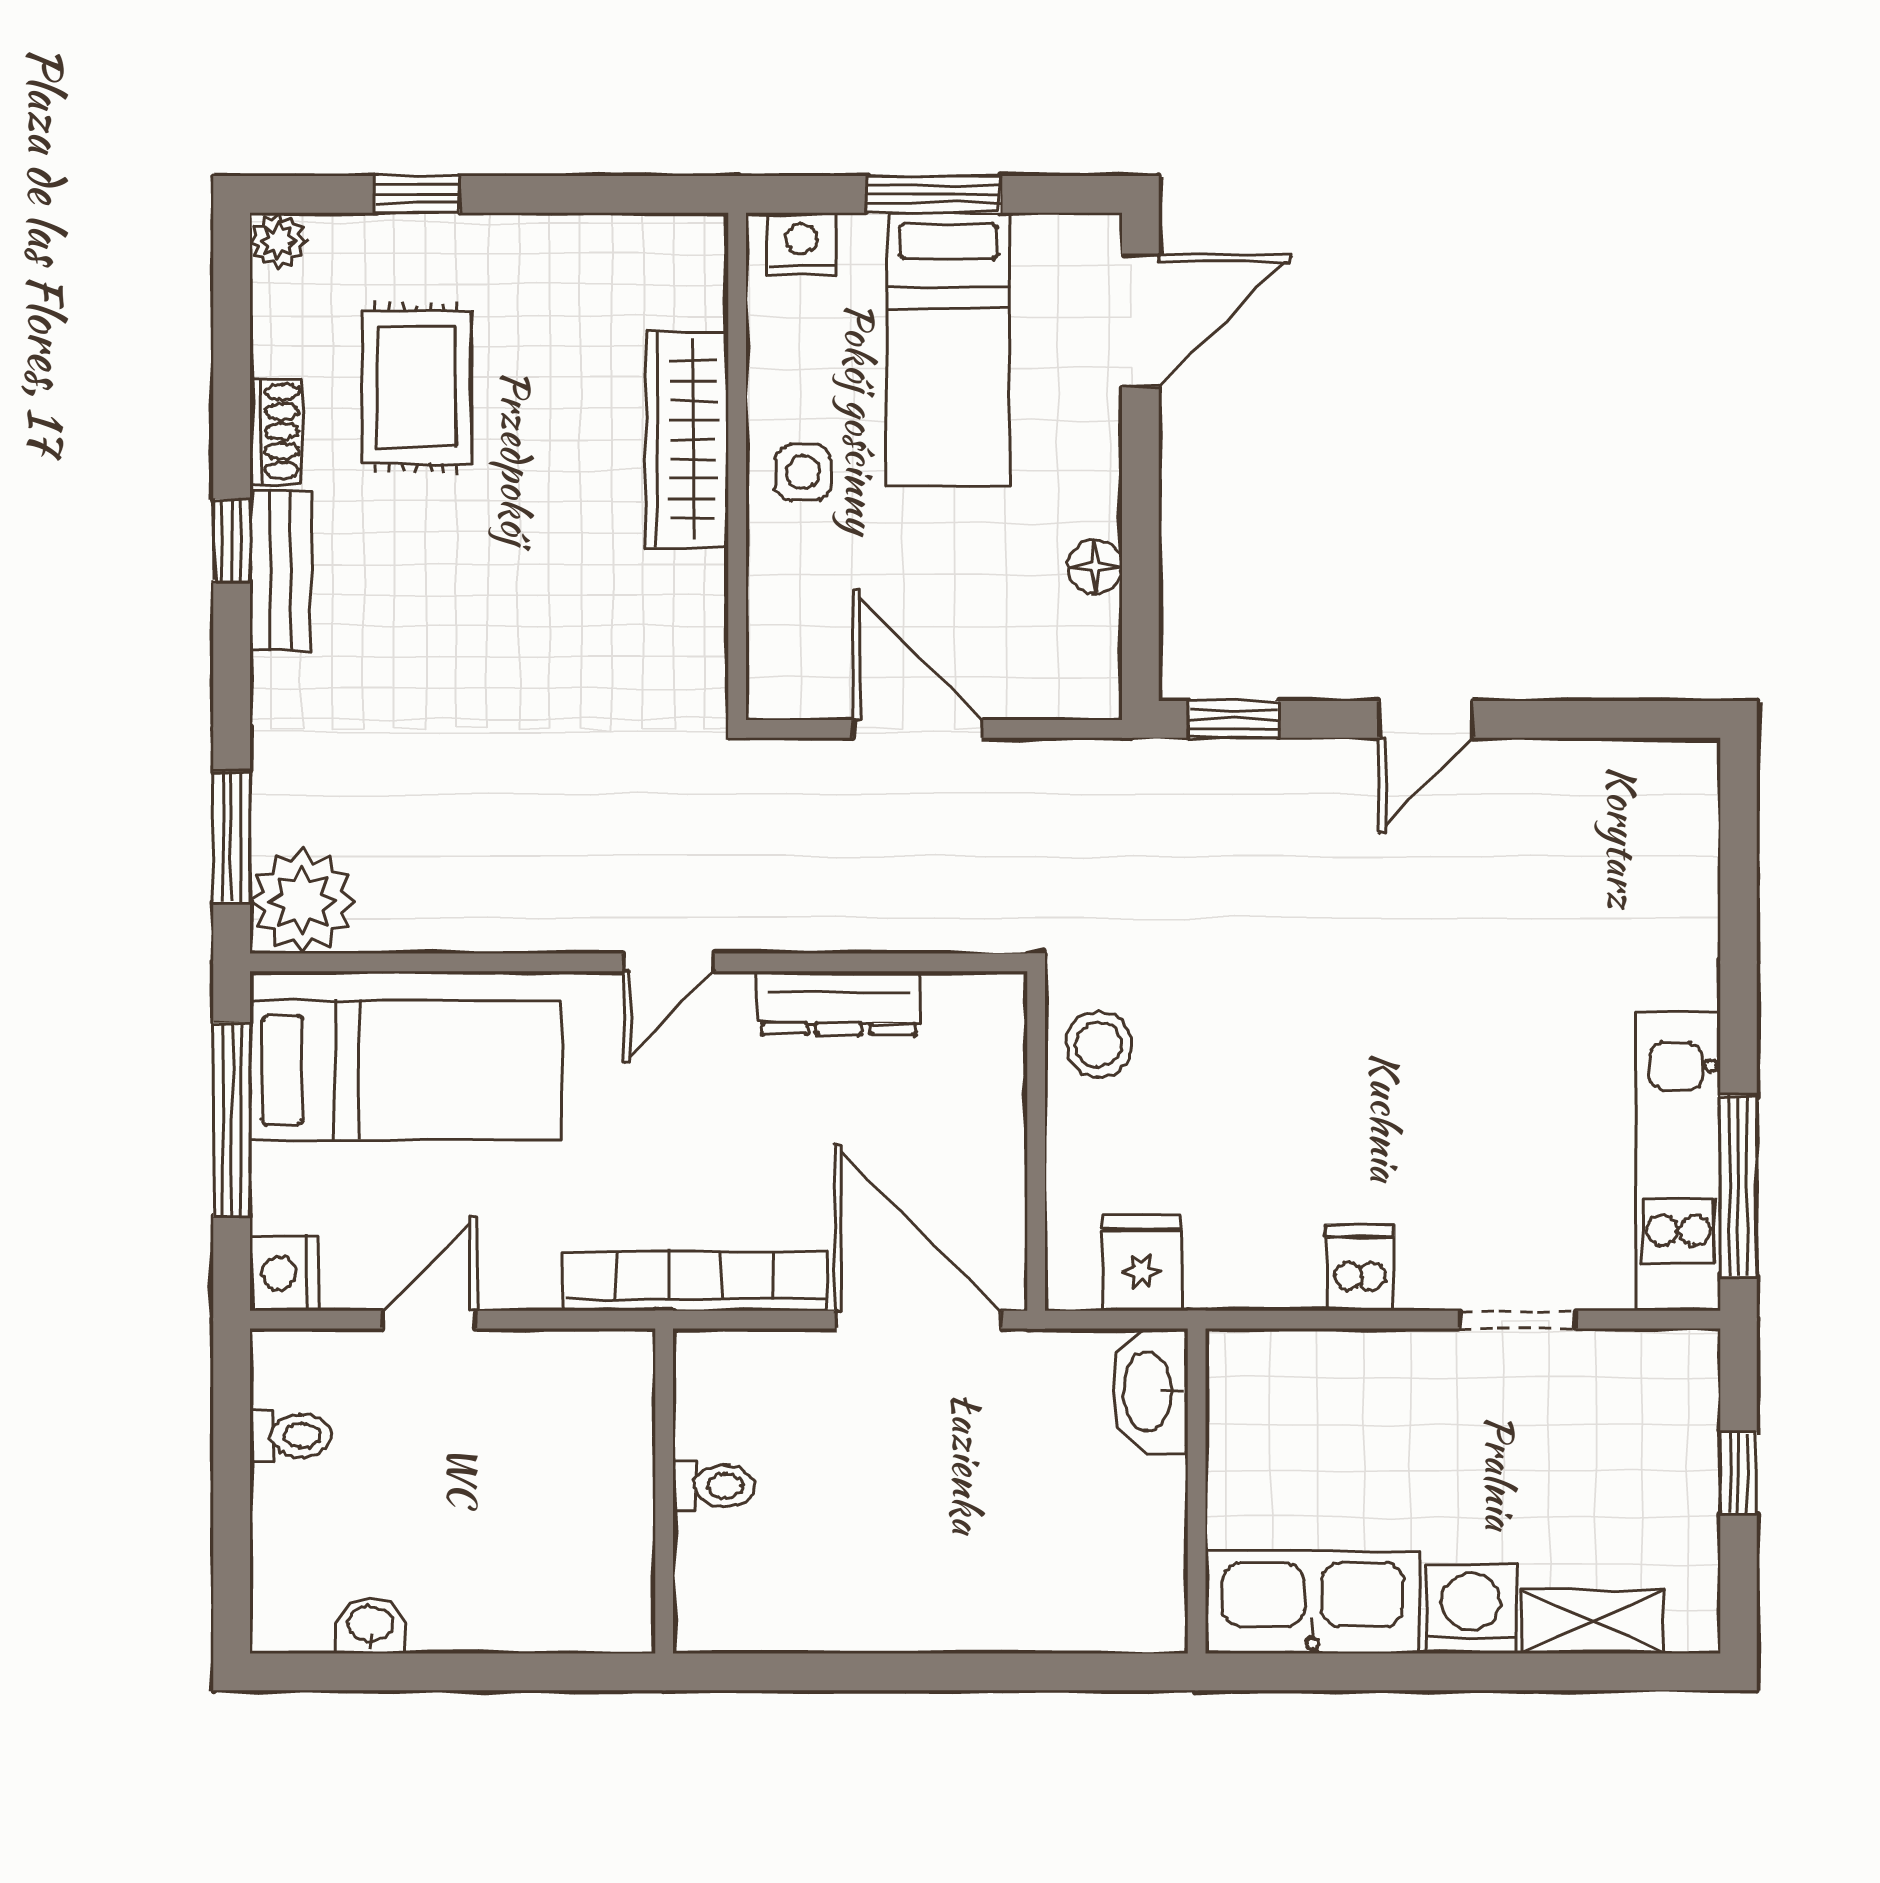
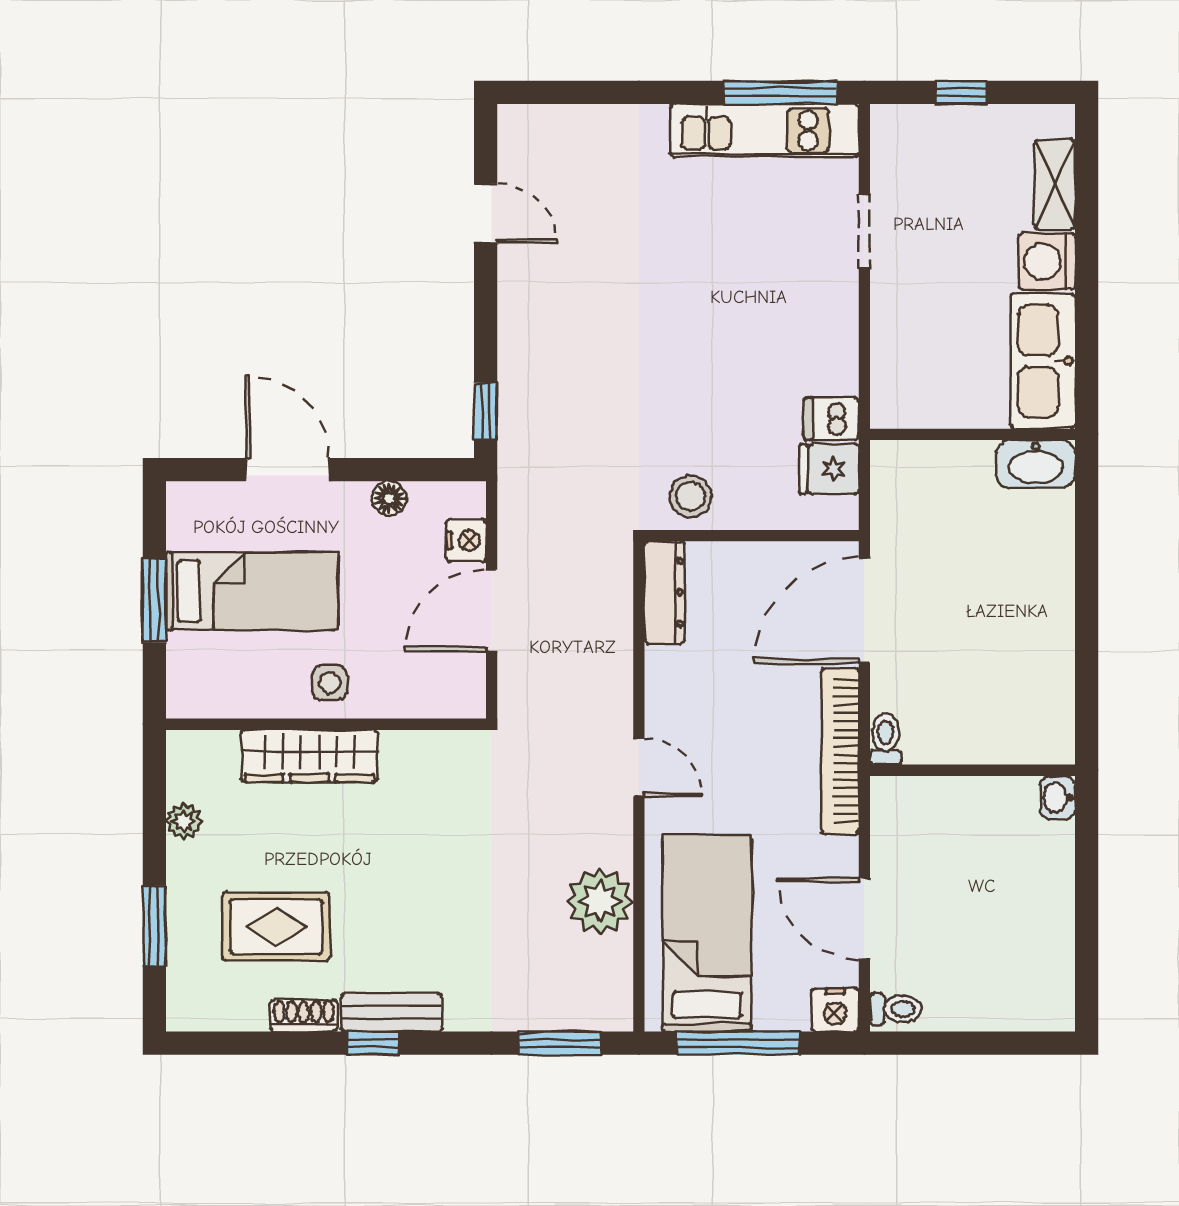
window: (417, 194) -> (154, 926), width x1.50
plant: (278, 241) -> (184, 821), moved
nightstand: (801, 244) -> (466, 540), moved, turned 180
door: (1140, 320) -> (287, 470), moved
door: (1426, 719) -> (486, 213), moved
plant: (302, 901) -> (600, 901), moved
dresser: (839, 1003) -> (664, 592), moved
dishwasher: (1361, 1267) -> (831, 419), moved
door: (429, 1320) -> (864, 919), width x1.38
washbasin: (1150, 1391) -> (1036, 464), moved
toilet: (291, 1436) -> (896, 1009), moved, turned 90
toilet: (714, 1486) -> (886, 739), moved
washbasin: (370, 1626) -> (1058, 798), moved

